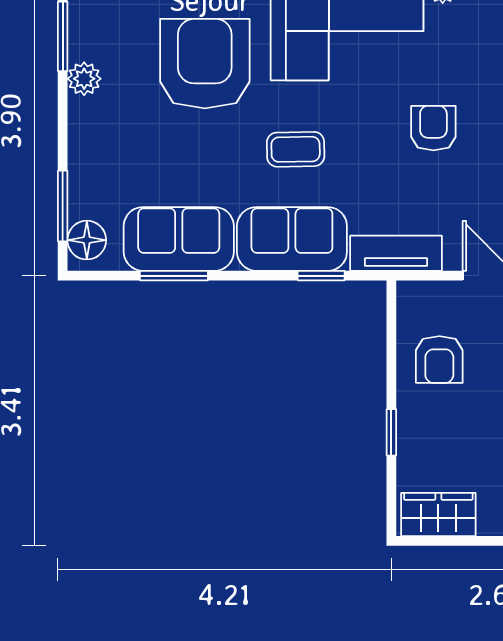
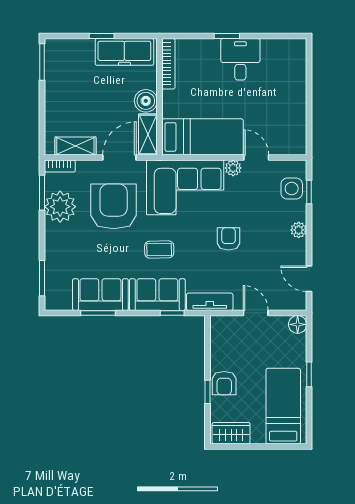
plant: (84, 79) -> (60, 207), width x1.88, depth x1.88
floor lamp: (87, 240) -> (54, 295), removed
armchair: (439, 360) -> (224, 383), moved

